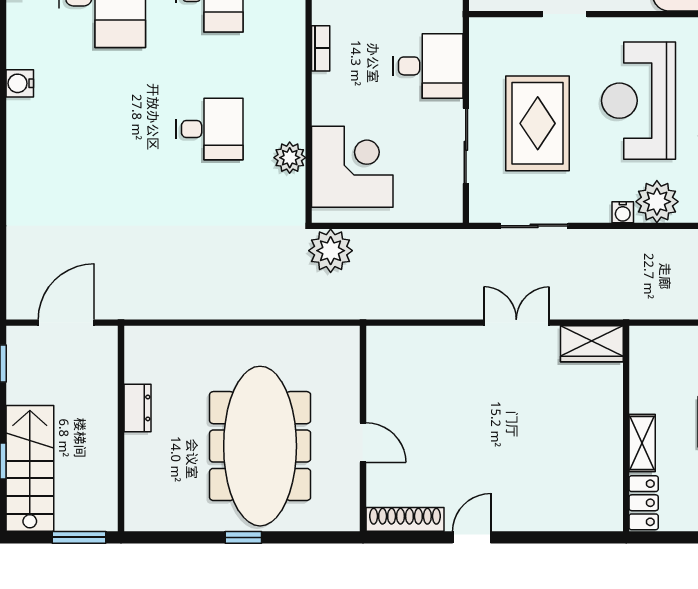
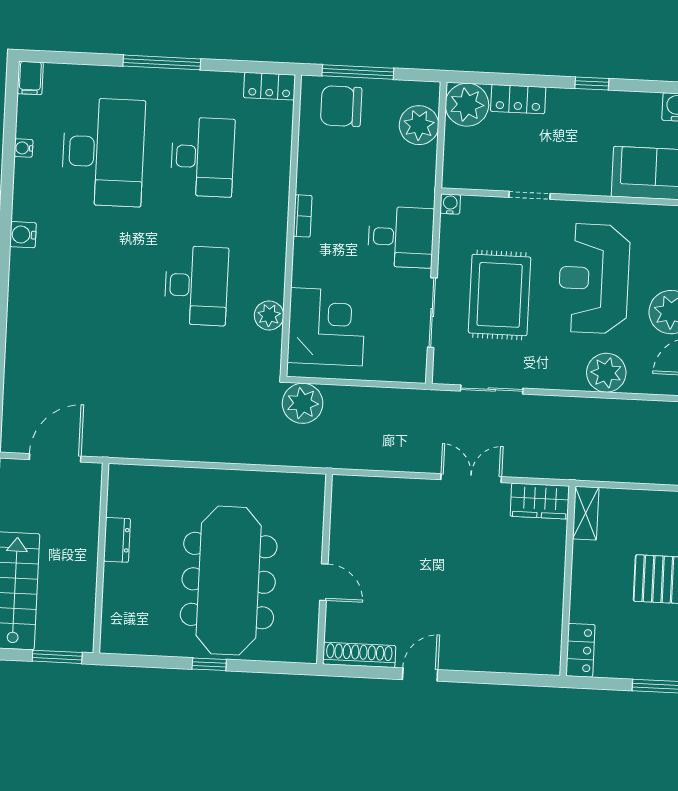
desk: (210, 129) -> (196, 285), width x1.37
water cooler: (623, 212) -> (450, 204), moved, turned 180
shelving: (642, 443) -> (586, 513), moved

